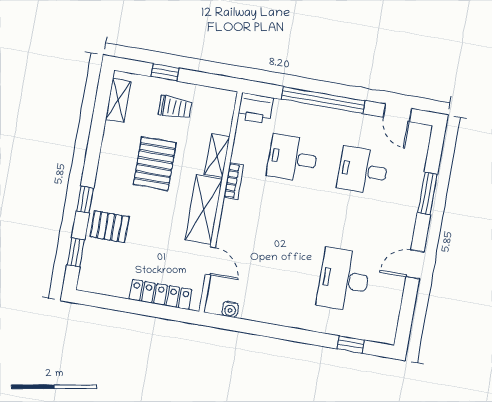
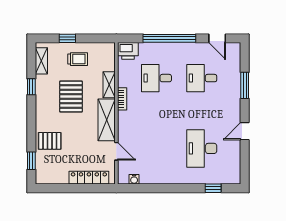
window: (85, 200) -> (31, 87), moved

